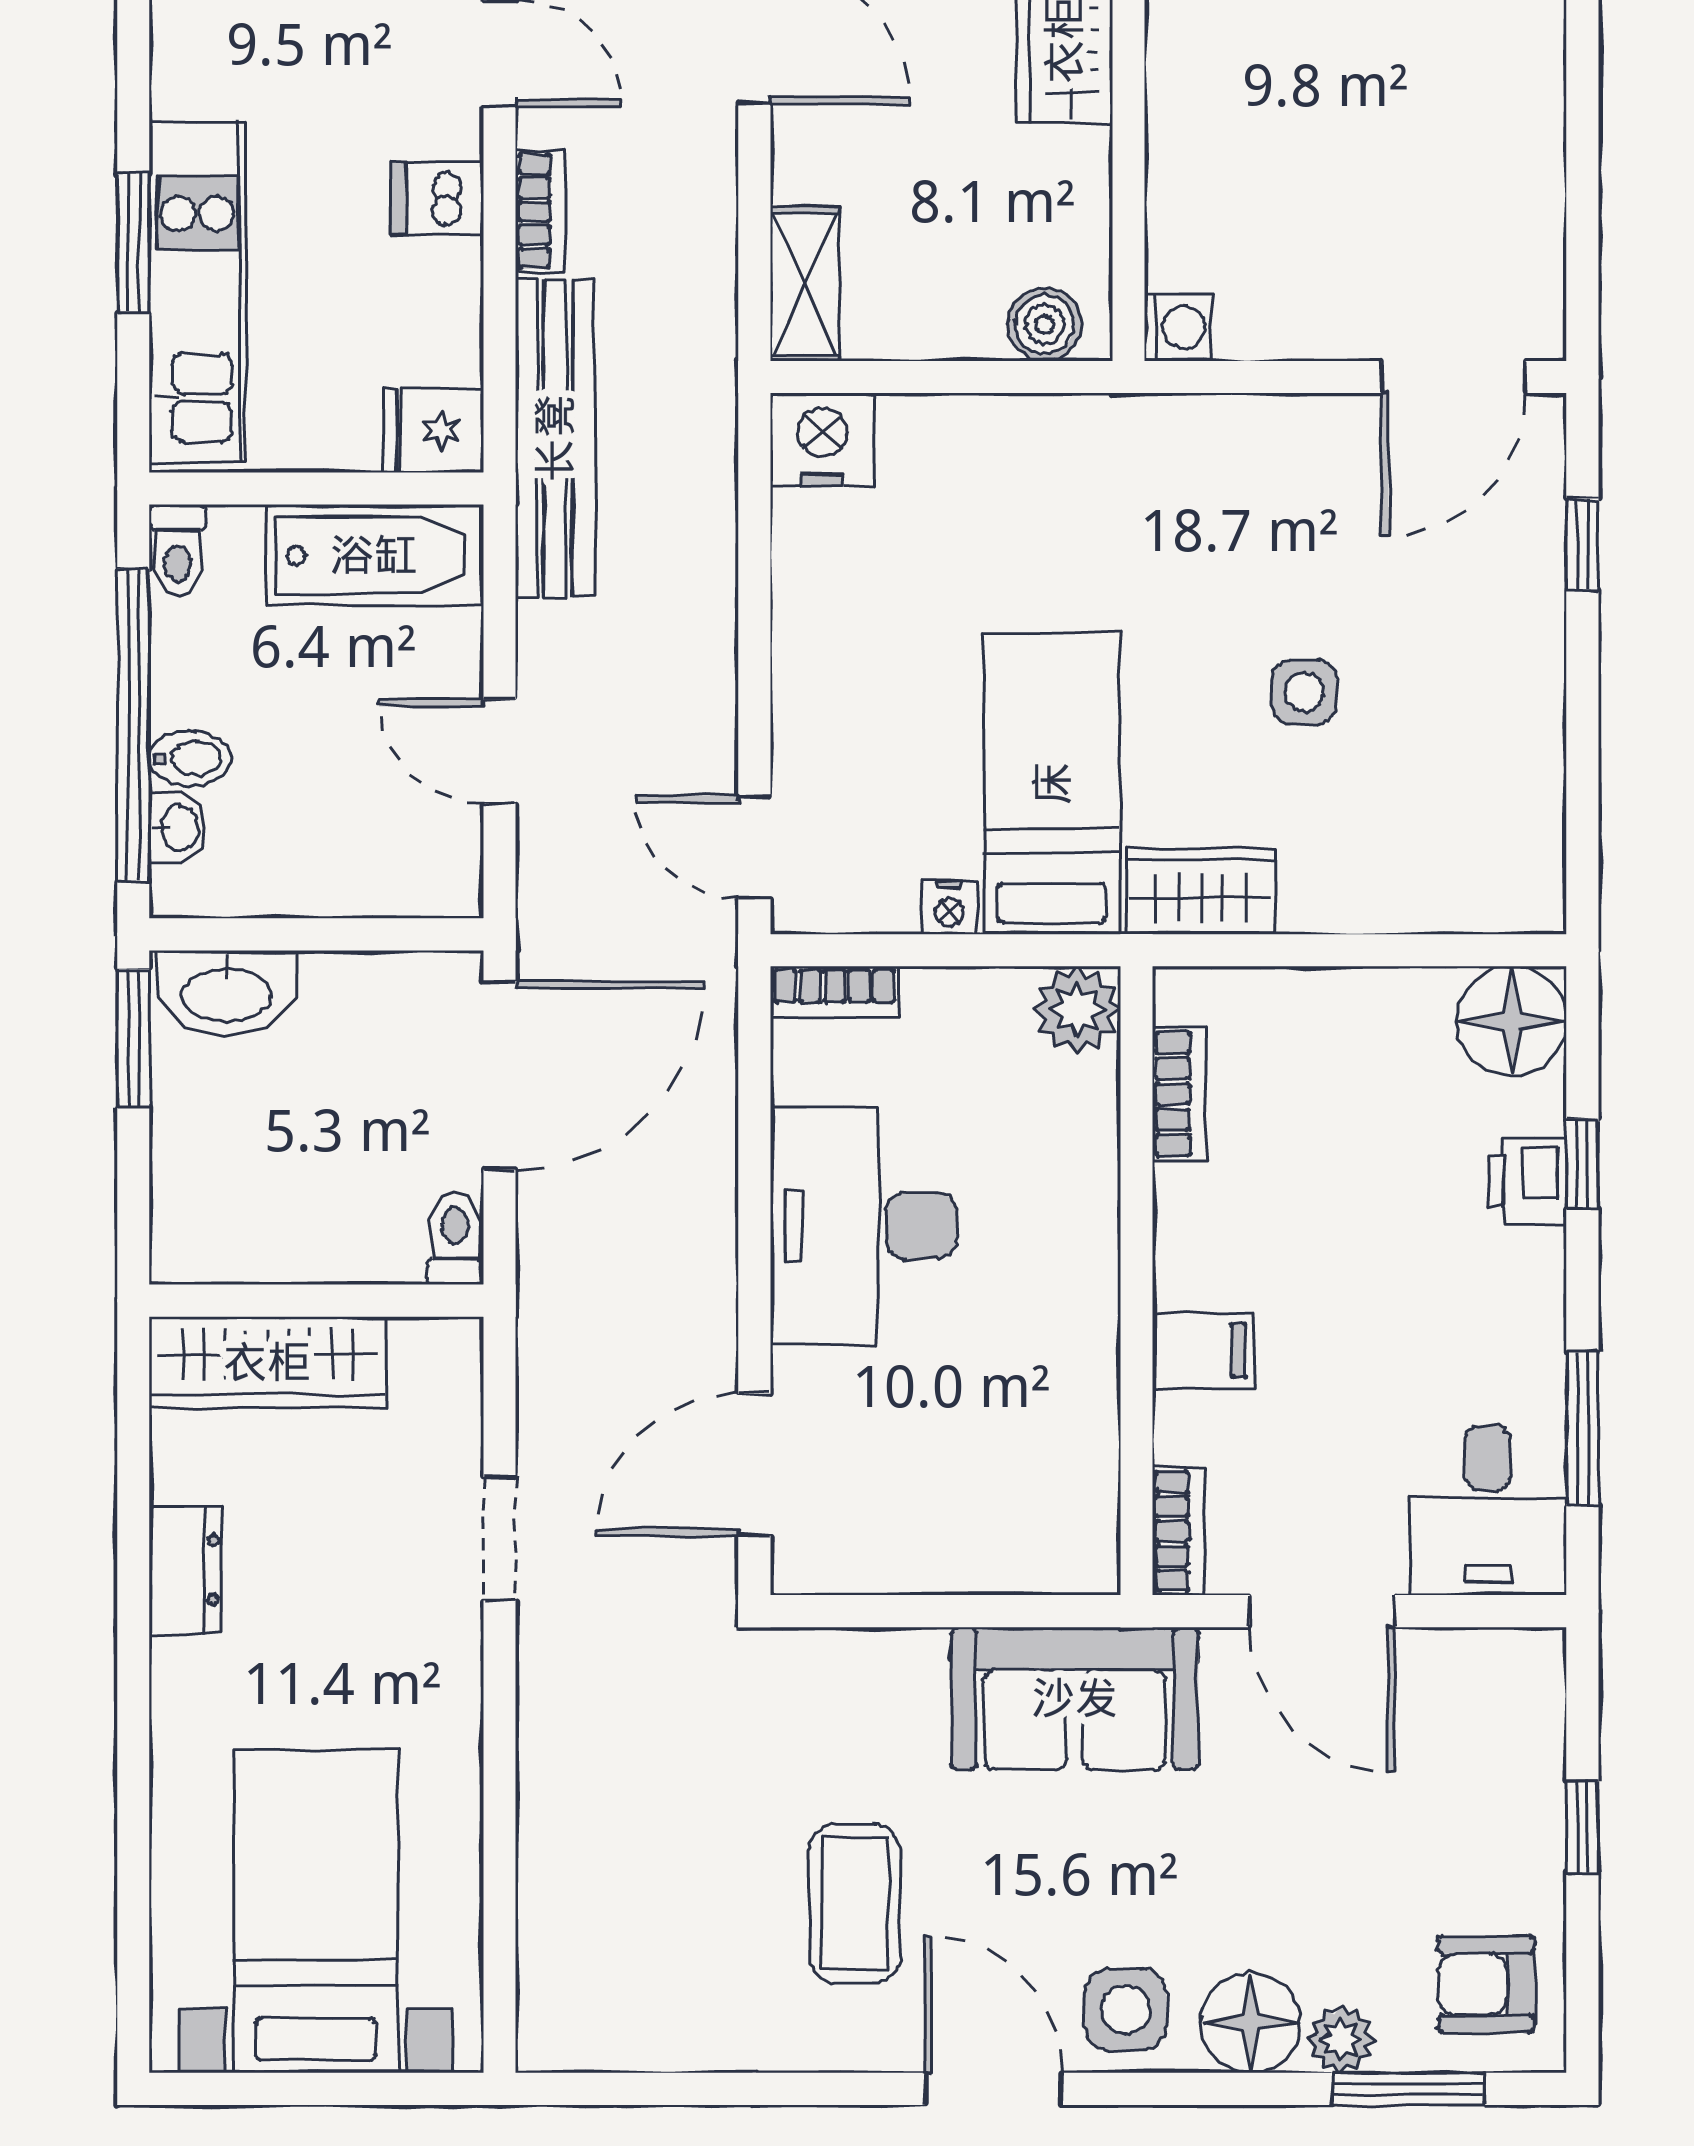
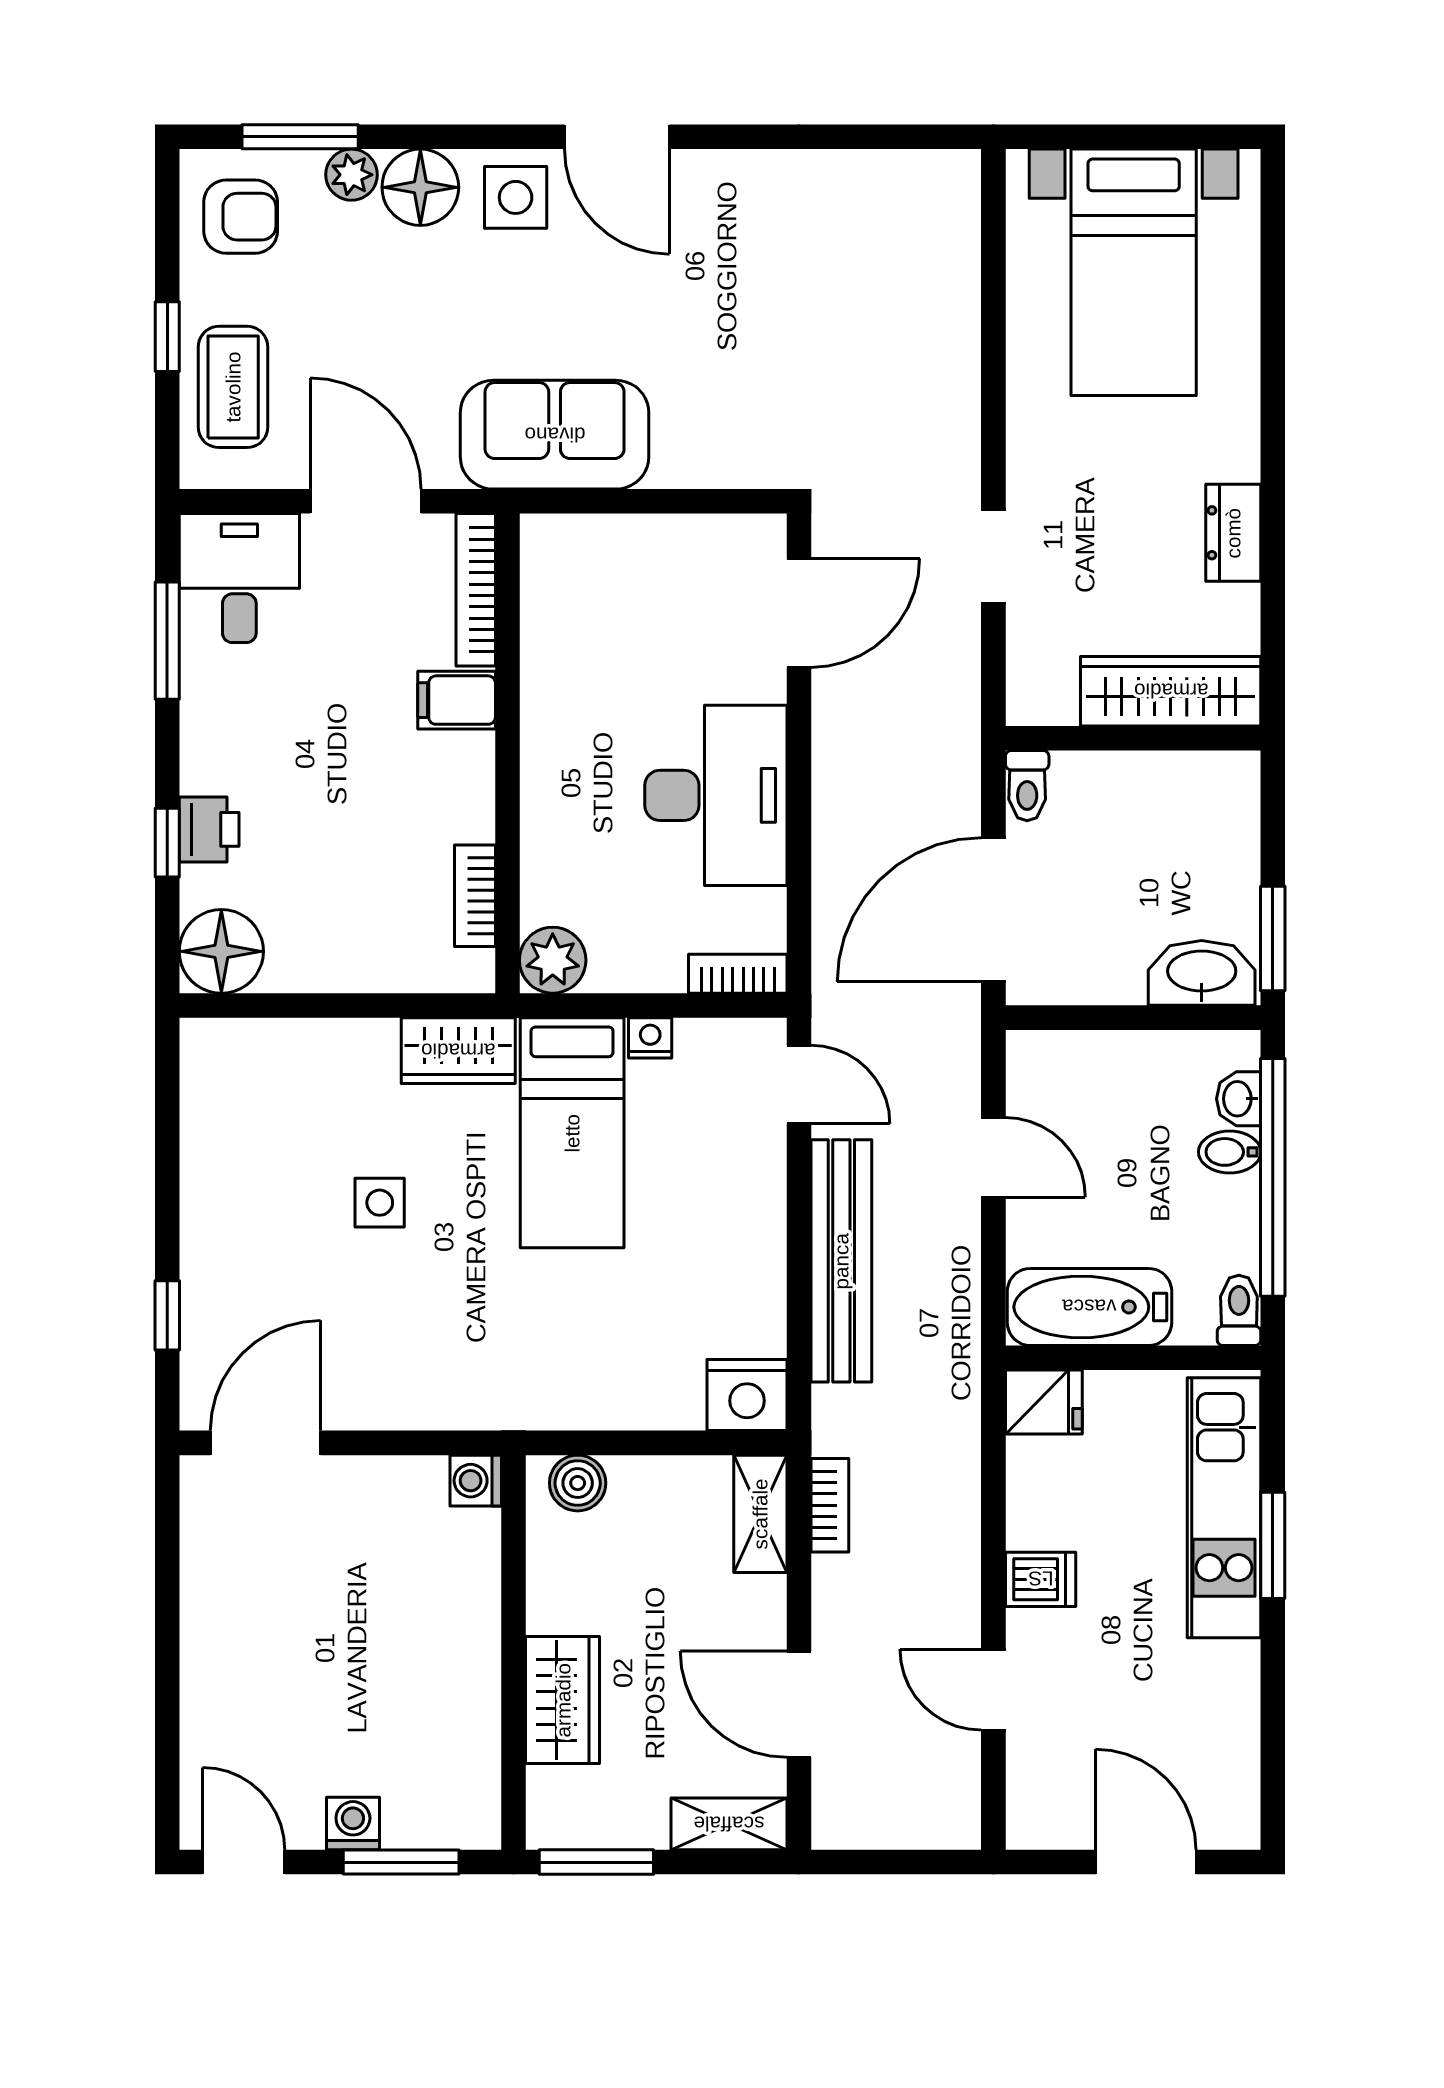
bookcase: (540, 211) -> (830, 1505), moved, turned 180
bench: (555, 438) -> (841, 1261), moved
bookcase: (1178, 1531) -> (476, 590), width x1.56
coffee table: (855, 1903) -> (233, 387), moved

